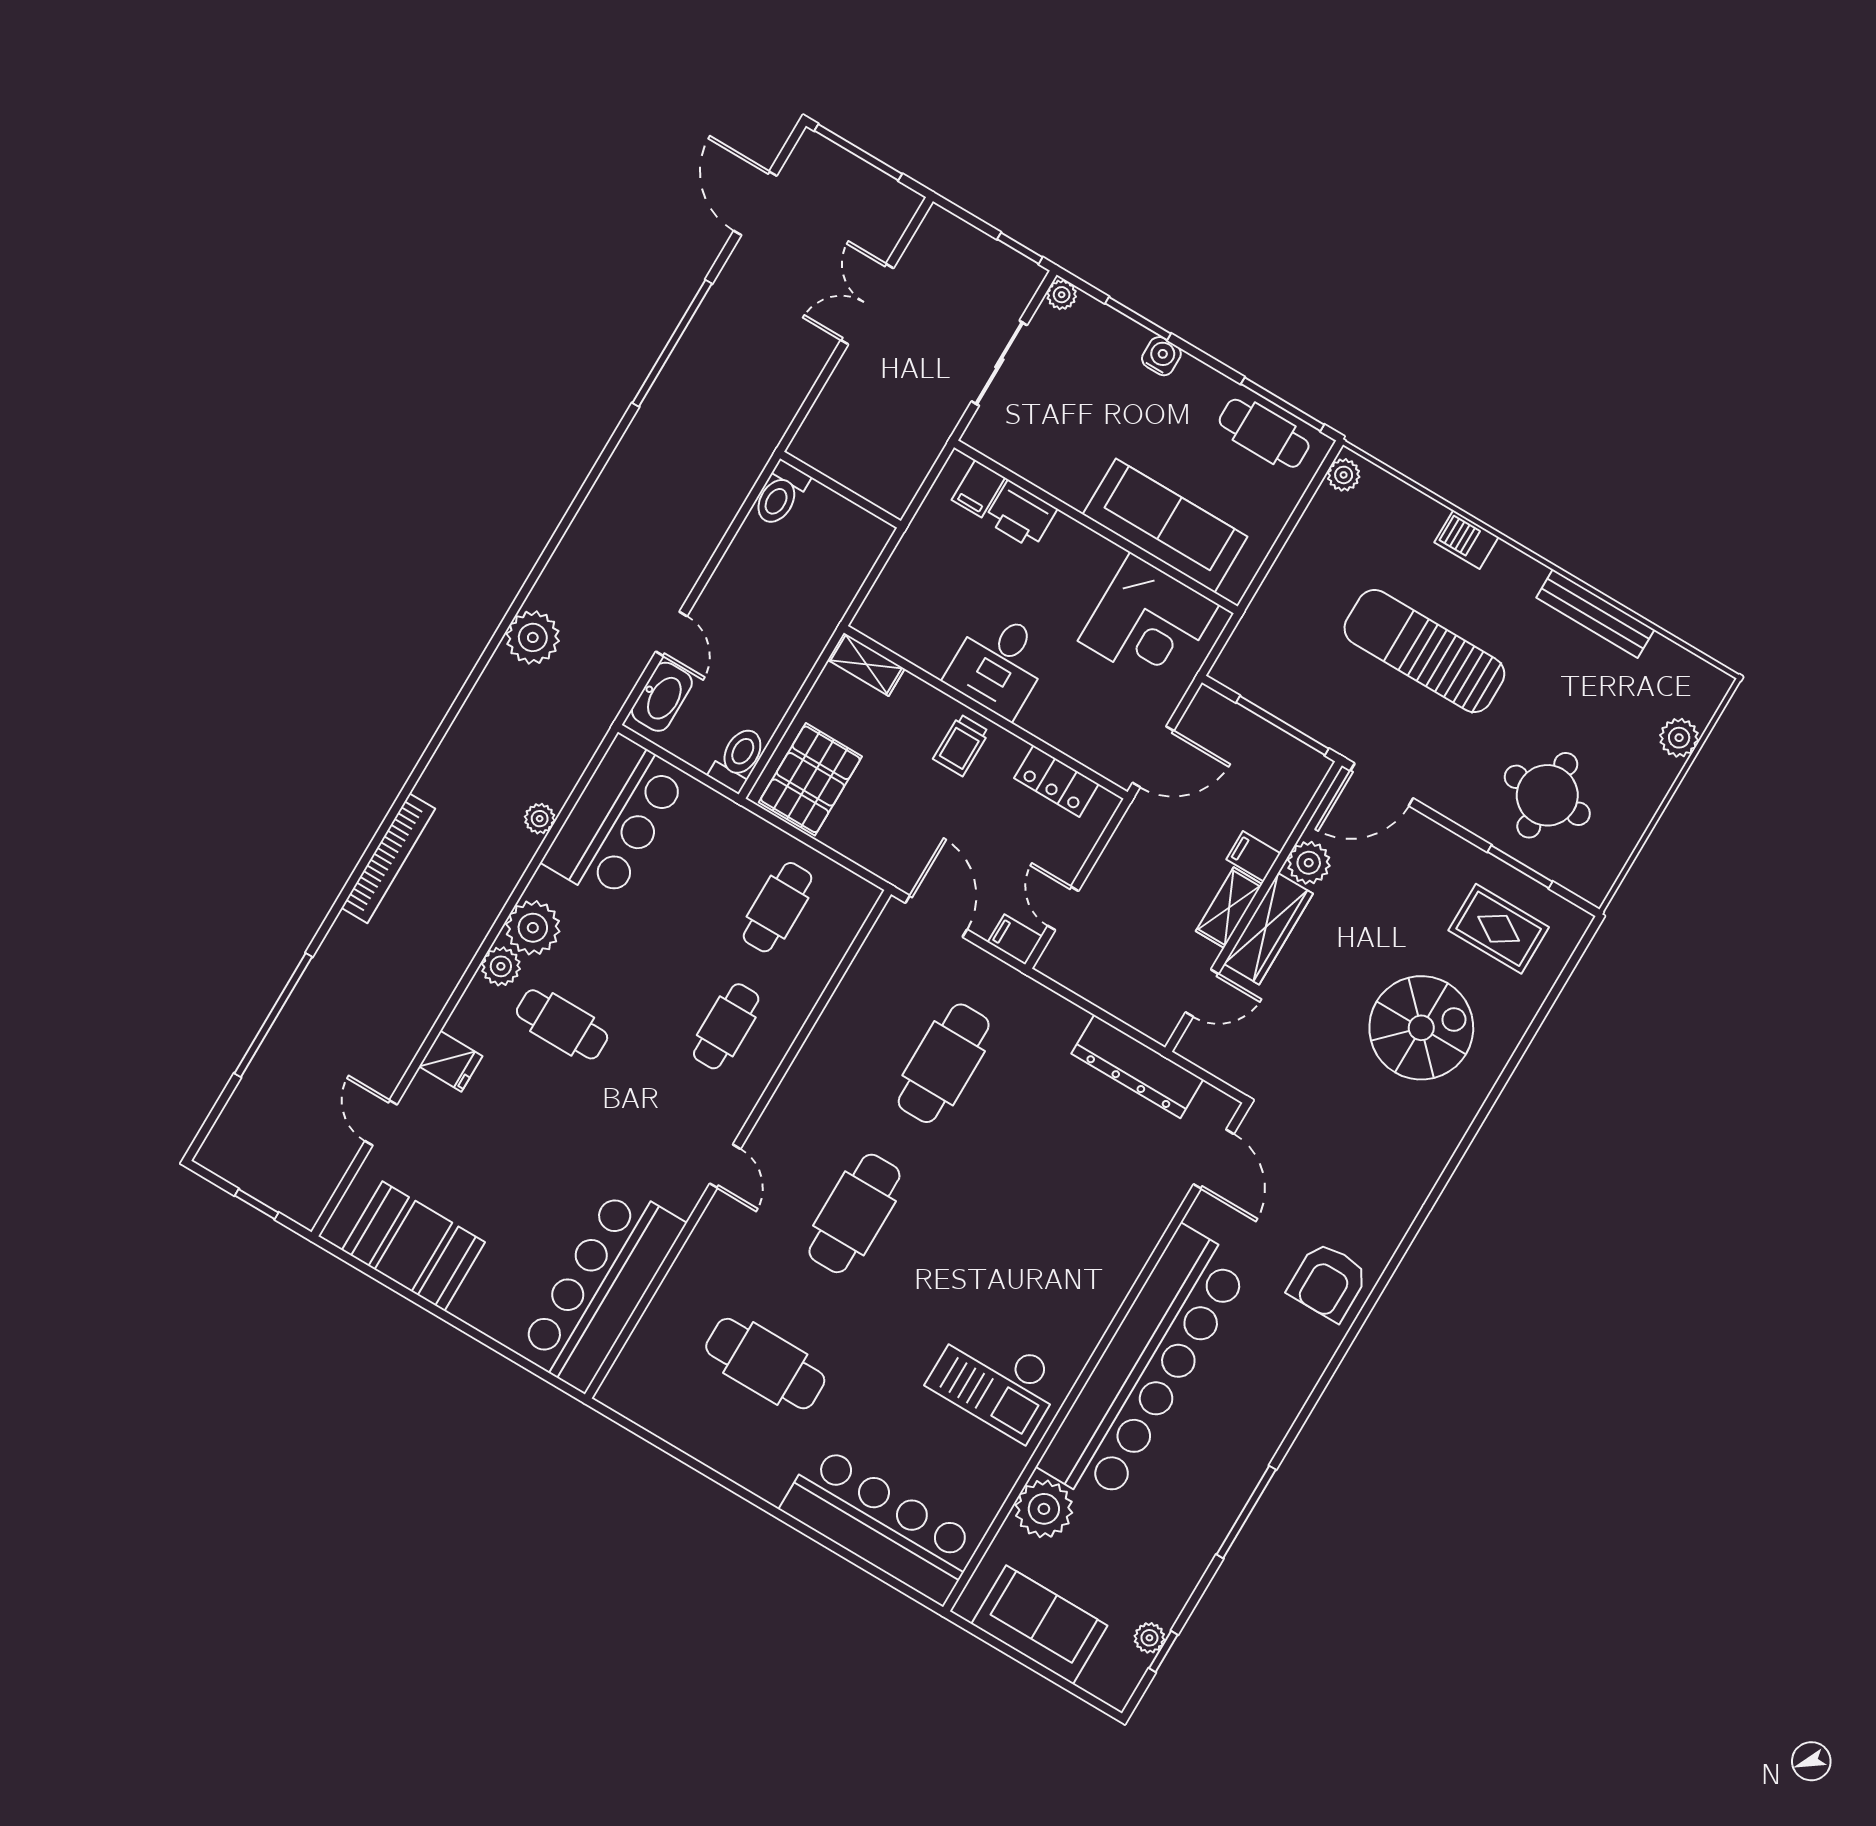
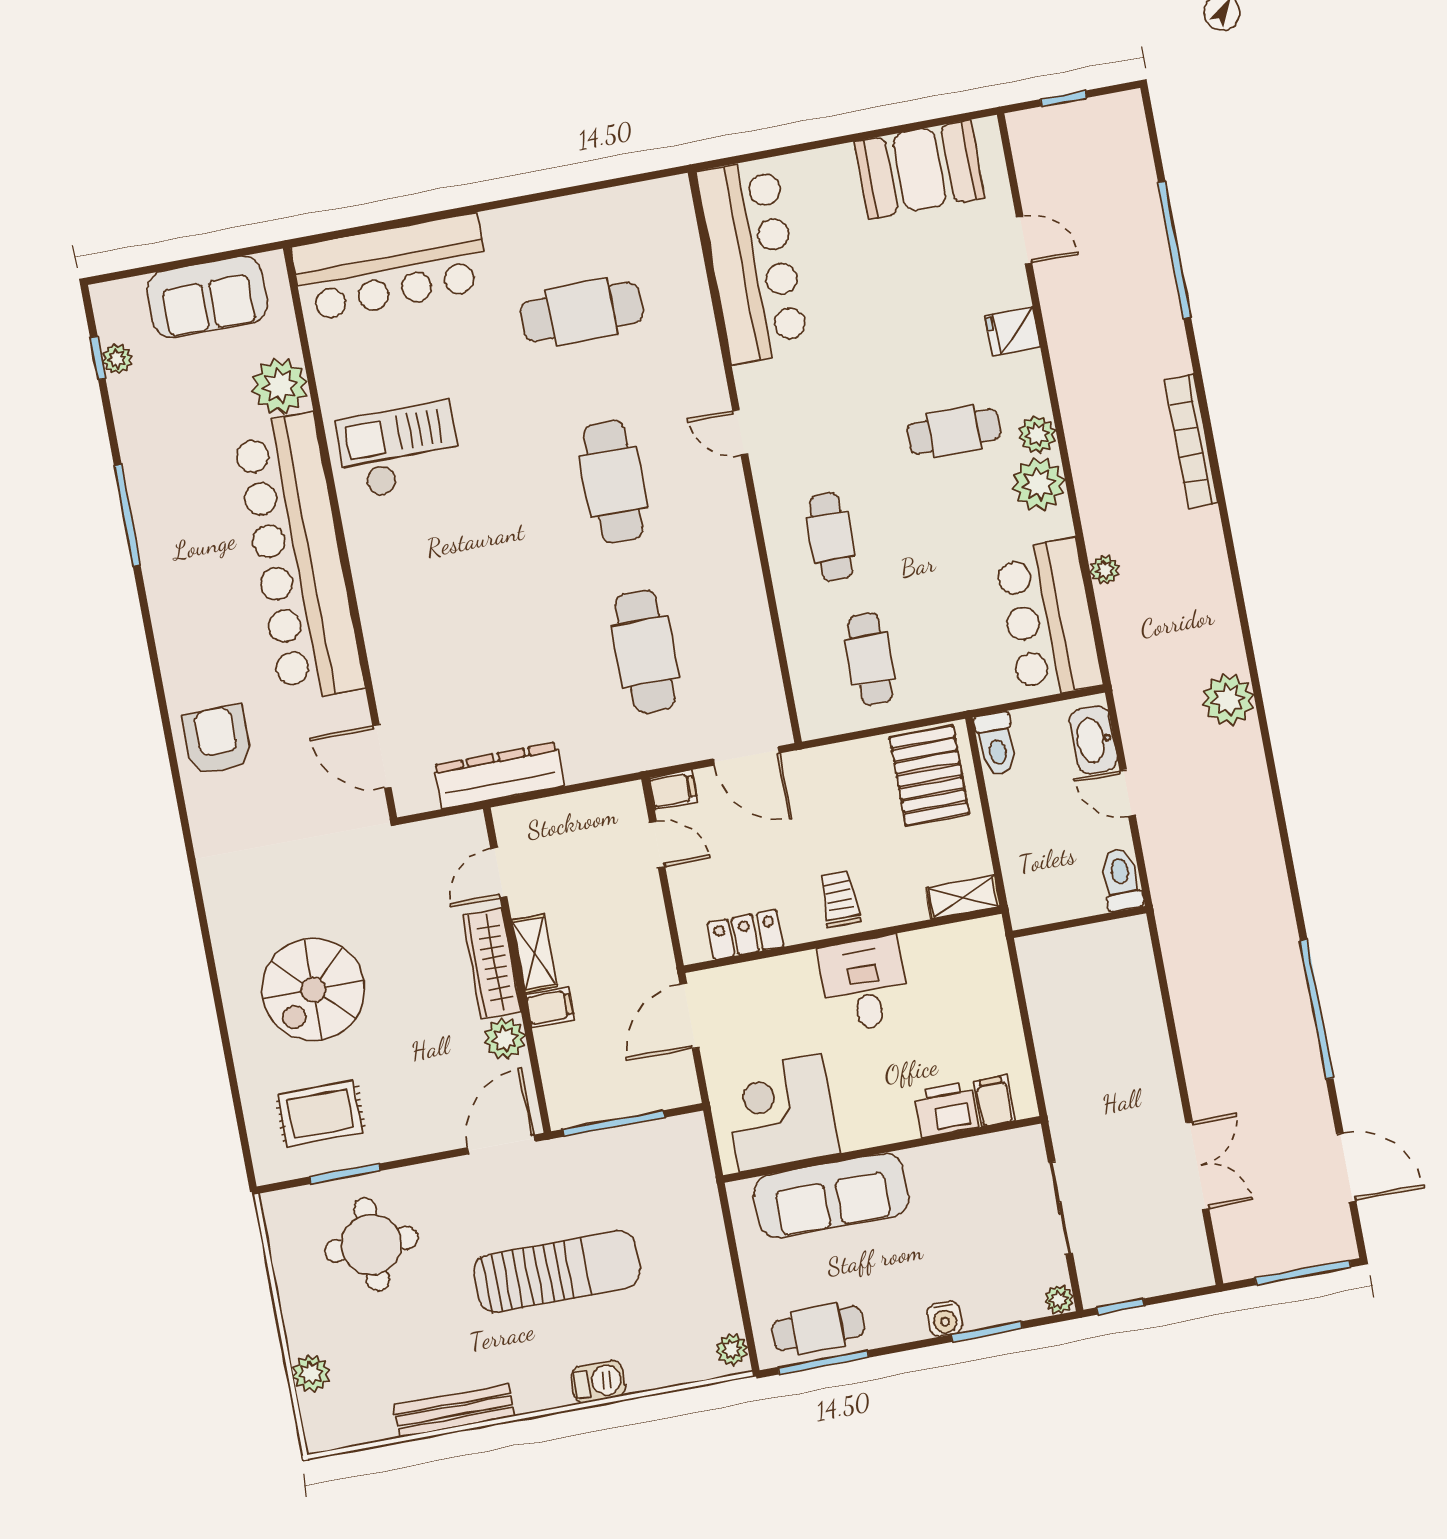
wall: (841, 490) -> (1079, 922), moved
toilet: (780, 494) -> (1121, 880), moved

